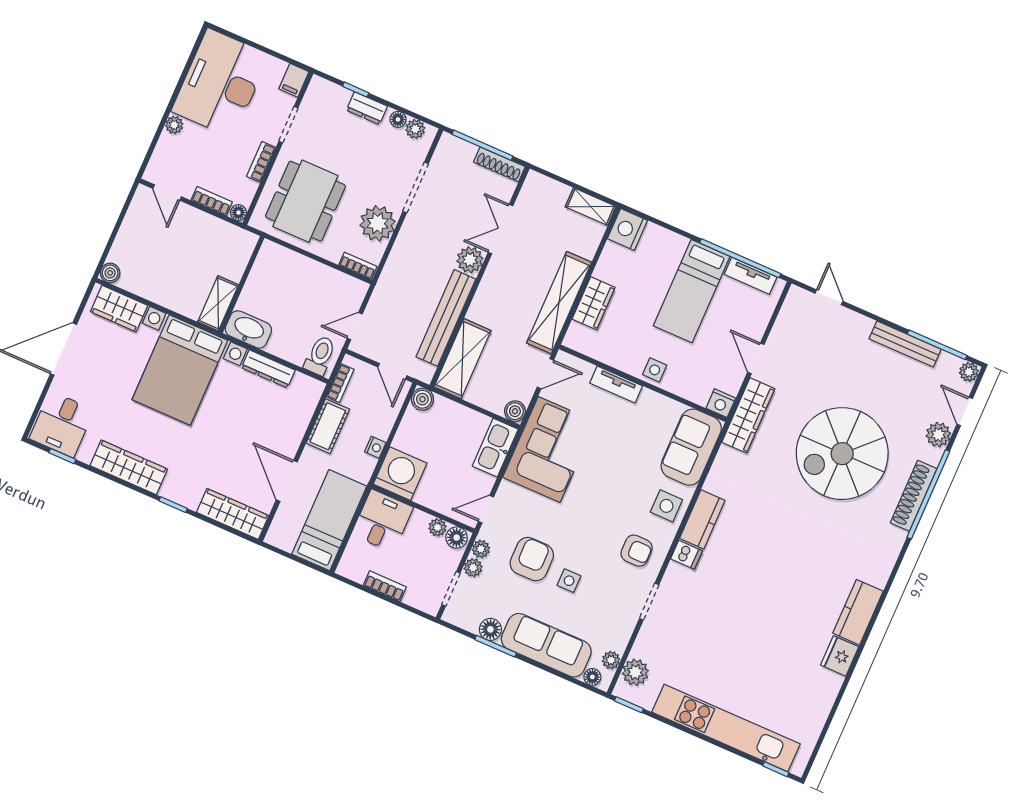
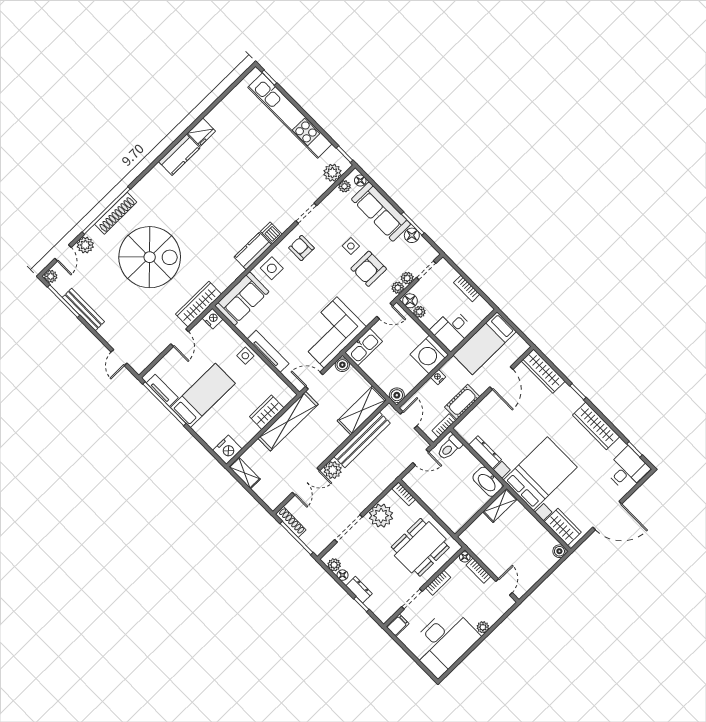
tv unit: (616, 384) -> (268, 351), width x1.41

